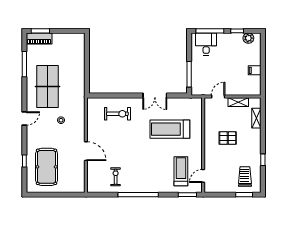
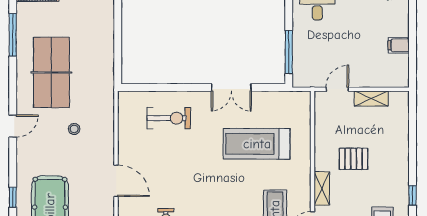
shelving: (256, 118) -> (322, 188), moved

